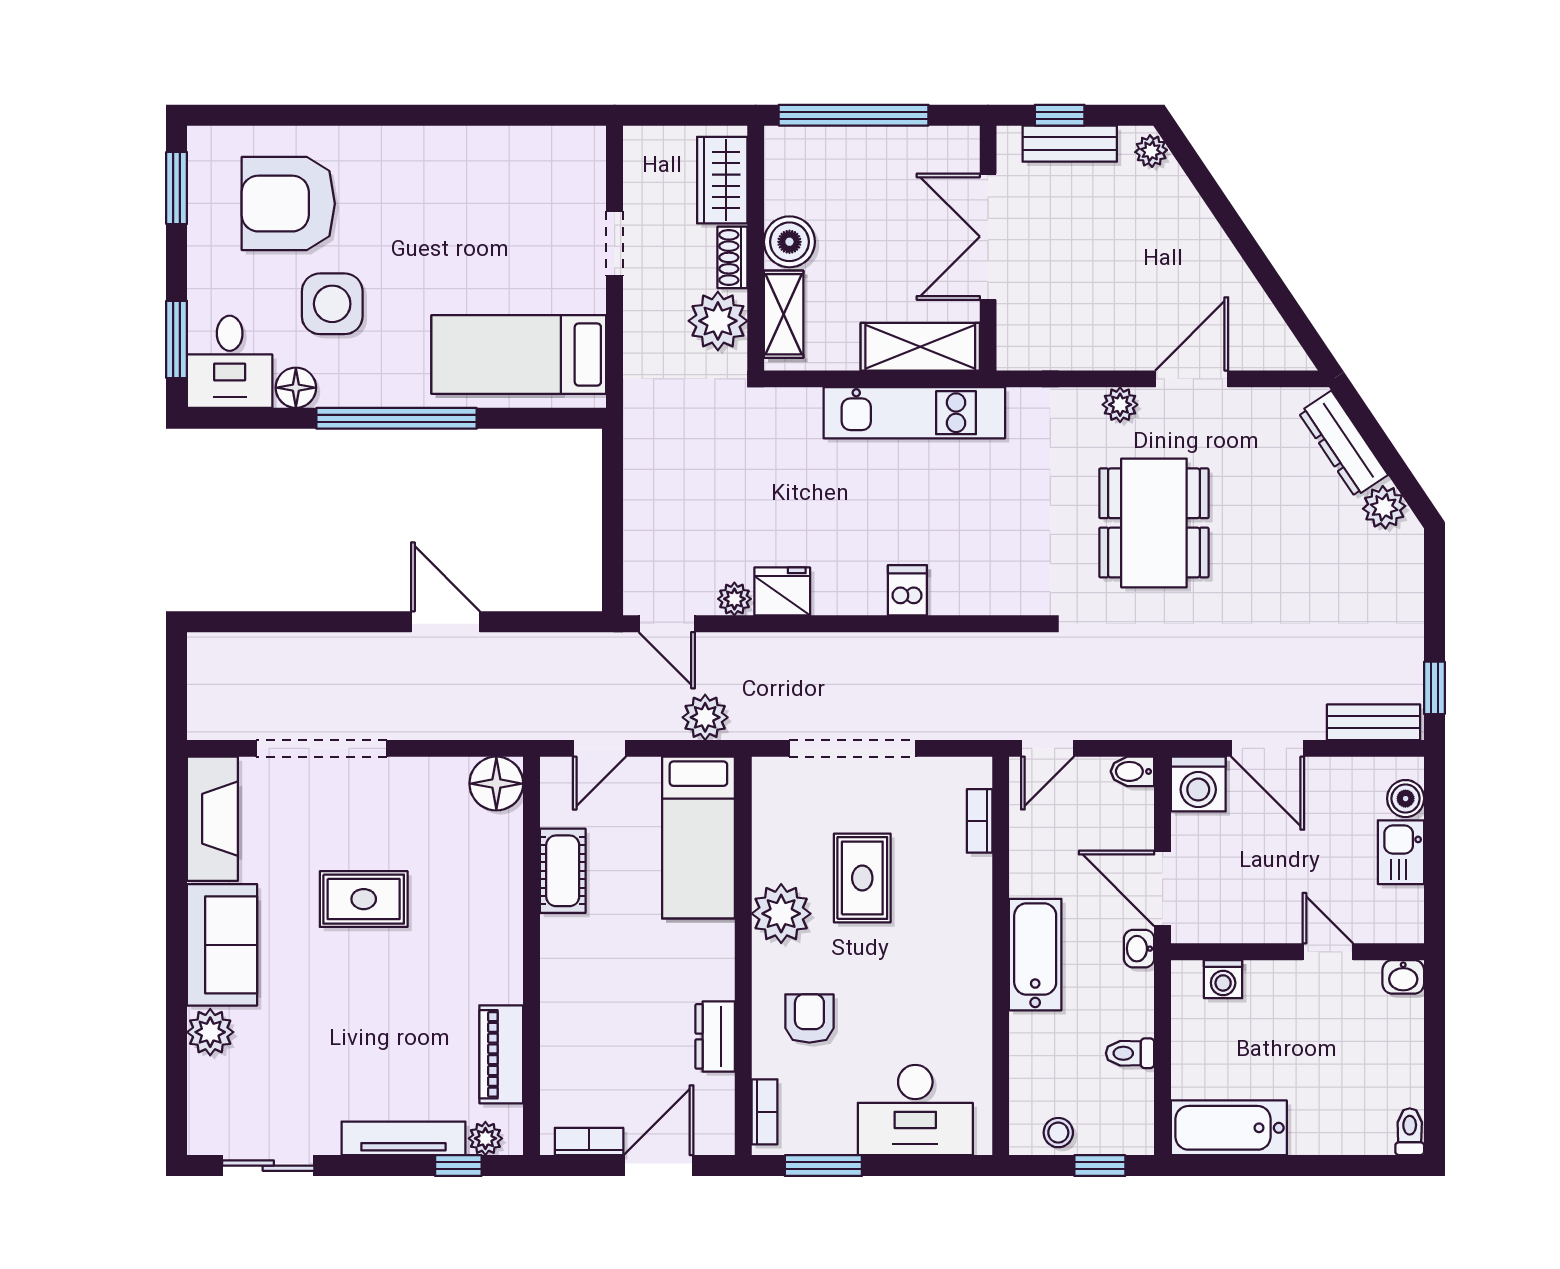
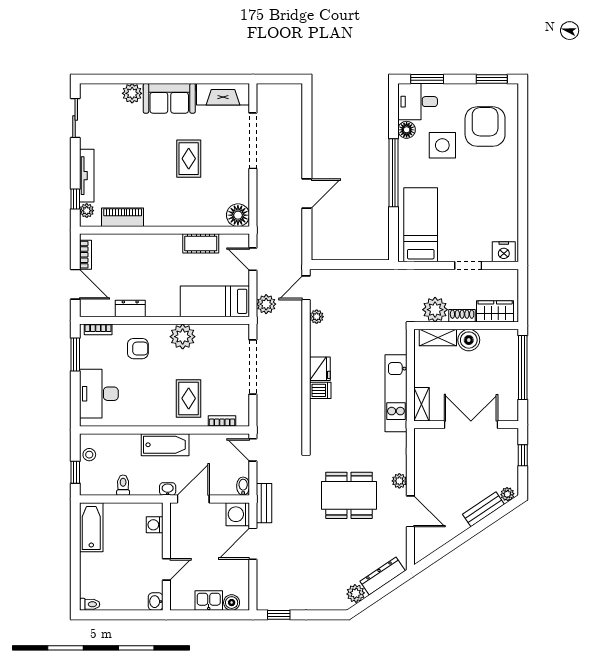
bench: (1070, 144) -> (483, 509), moved, turned 56
nightstand: (582, 160) -> (504, 252), added
shelving: (920, 347) -> (422, 404), width x0.67, depth x0.75
fridge: (782, 591) -> (320, 369), moved
bench: (1374, 722) -> (264, 503), moved
rug: (862, 878) -> (189, 398), moved, turned 90

